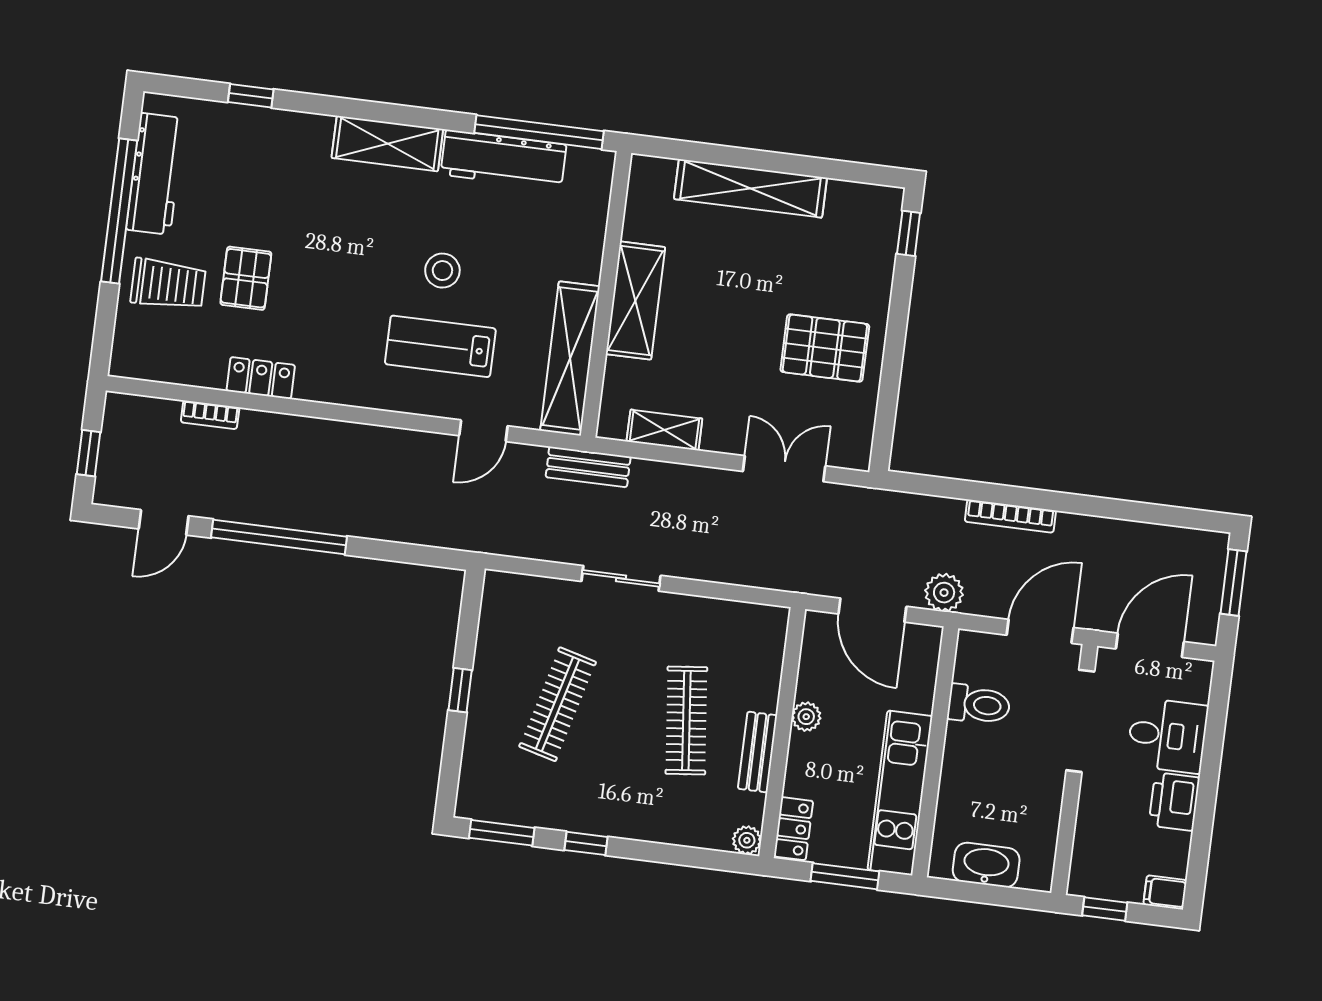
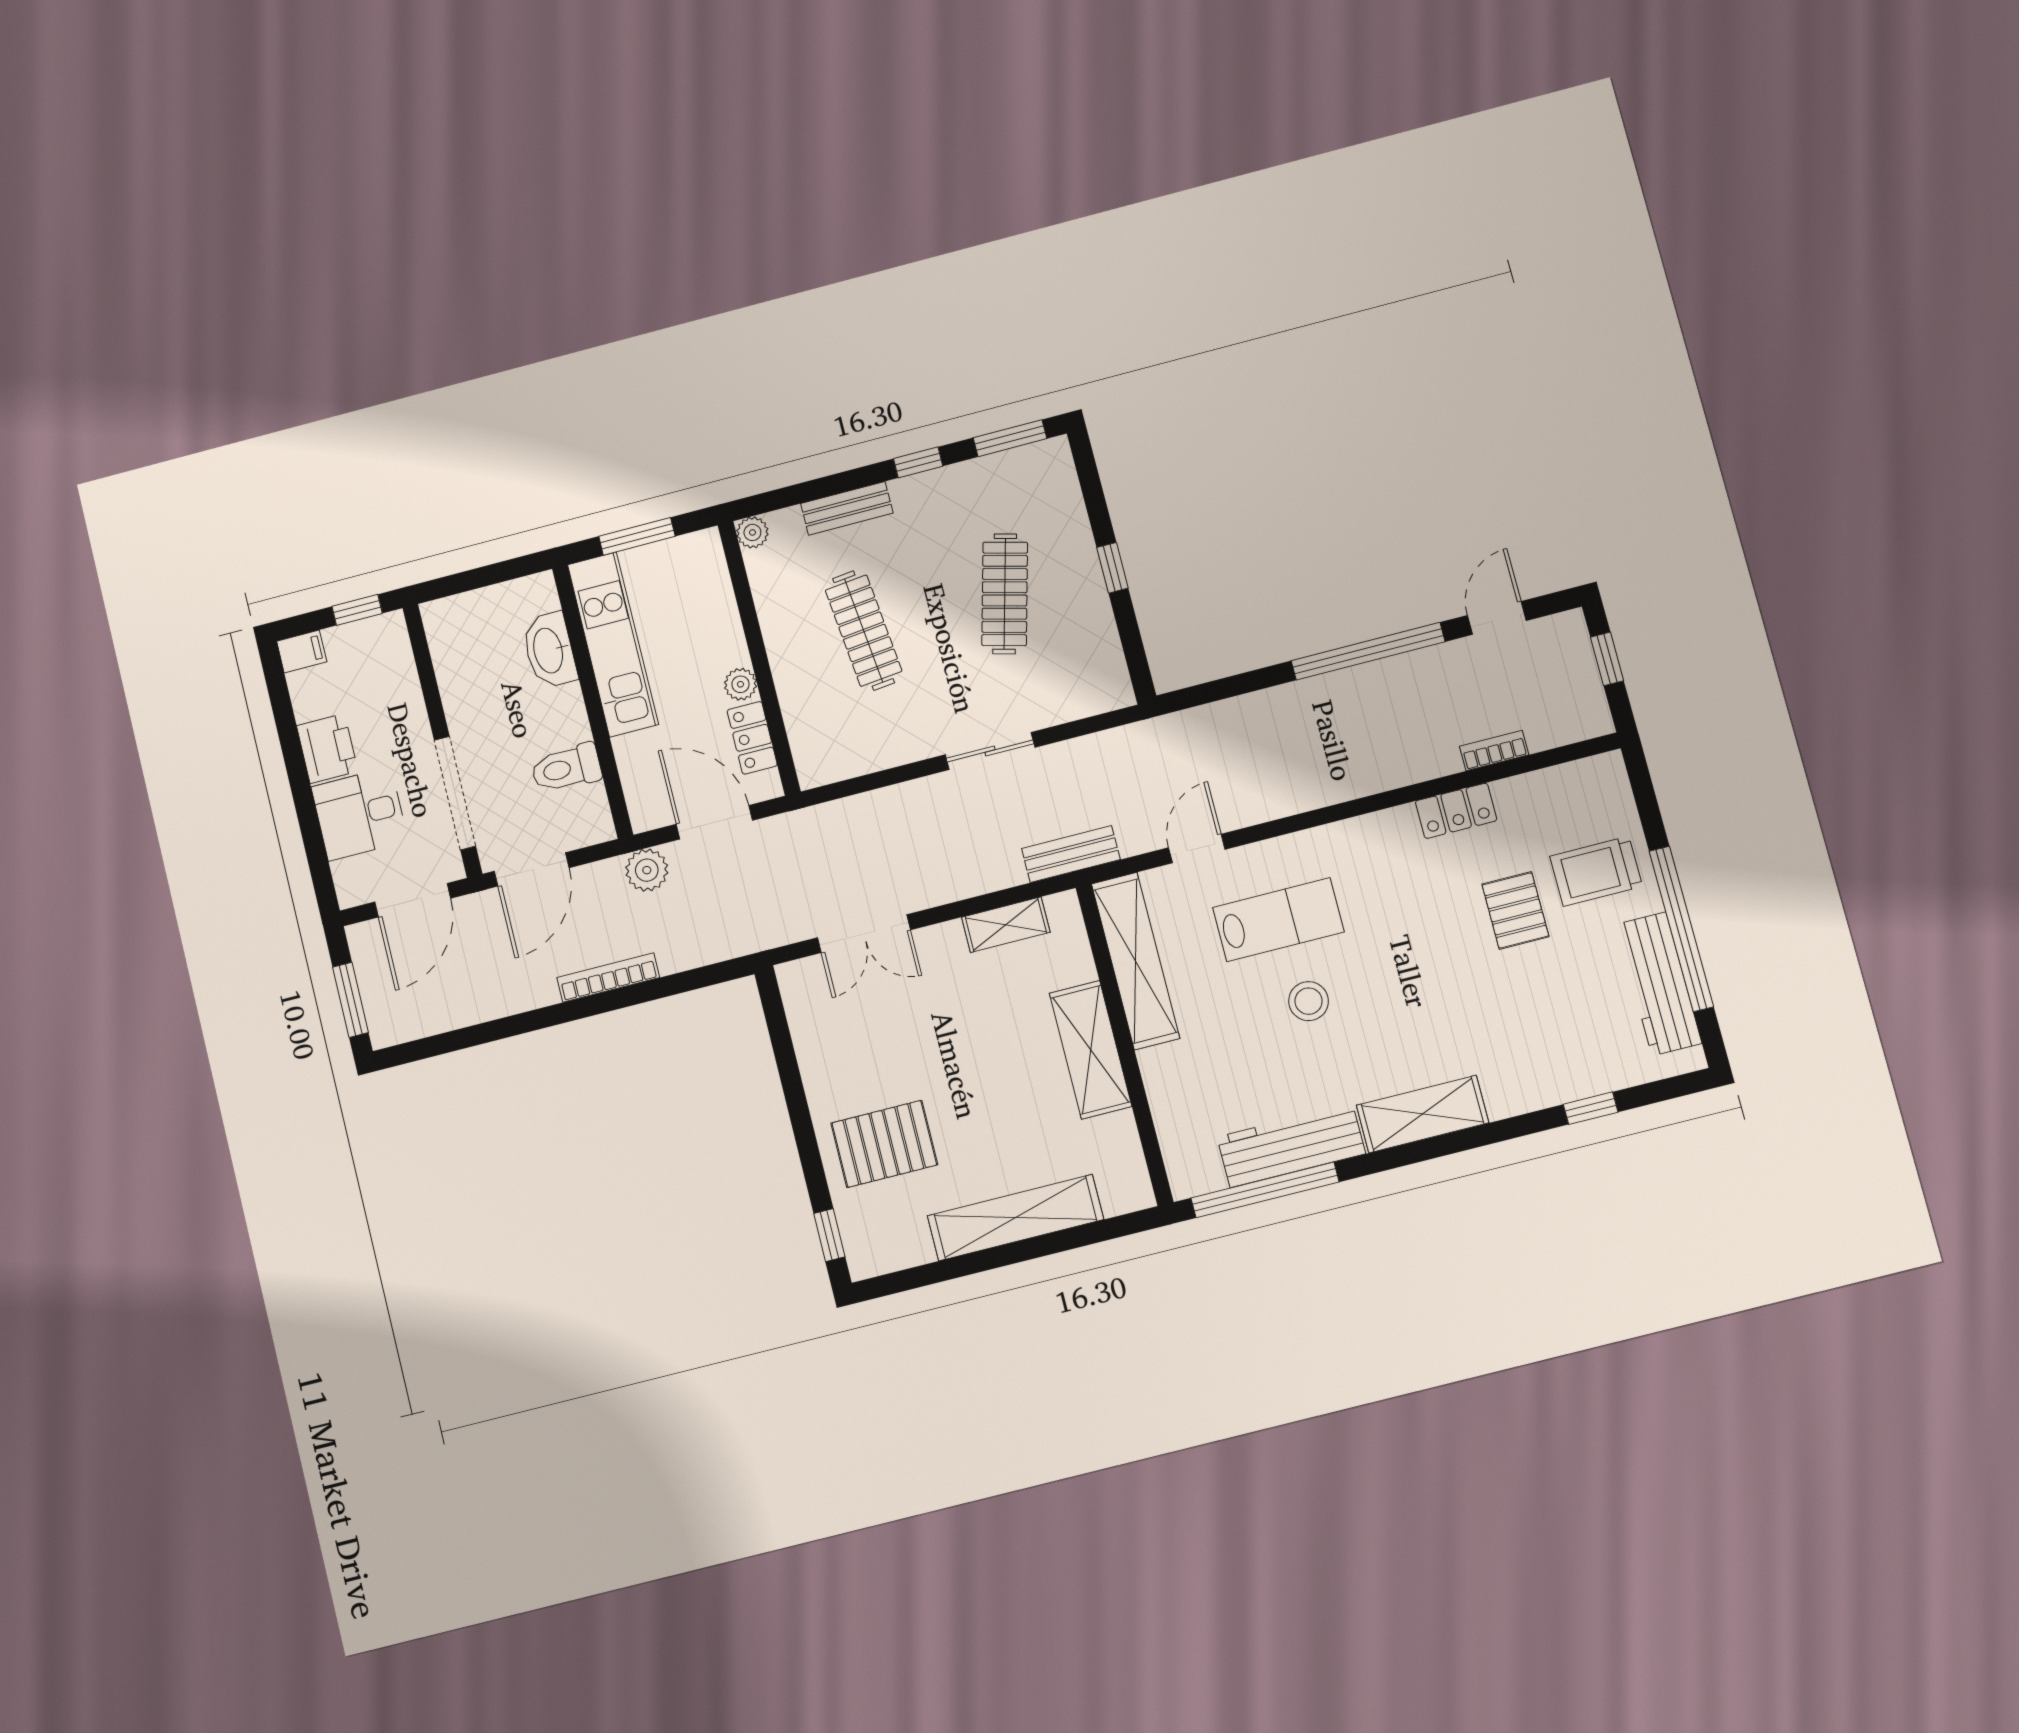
pallet: (825, 348) -> (884, 1144), moved
bench: (757, 752) -> (847, 508), moved, turned 90
locker: (793, 829) -> (752, 738), moved
washbasin: (986, 865) -> (549, 650), moved, turned 90

